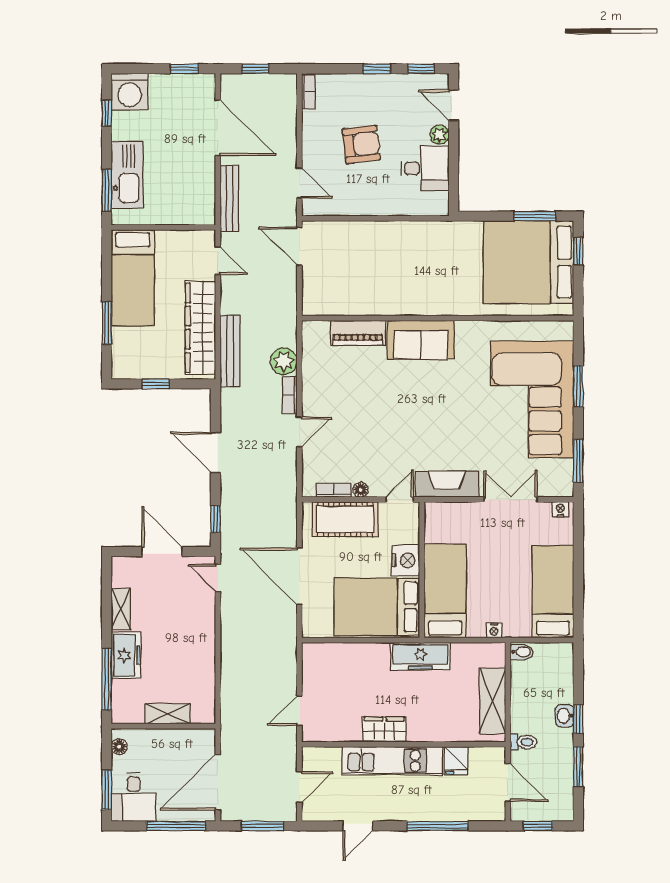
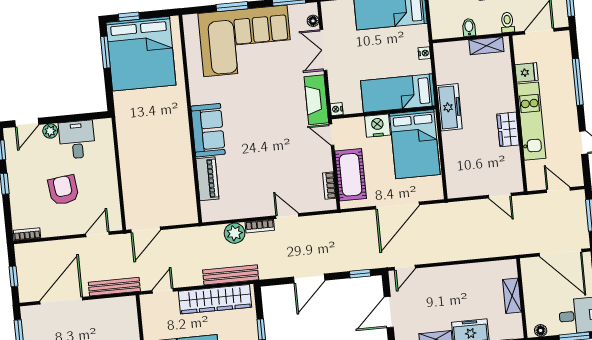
floor lamp: (361, 490) -> (313, 21), moved
nightstand: (560, 509) -> (337, 109), moved
bidet: (522, 652) -> (469, 27), moved
shelving: (492, 701) -> (486, 46), width x0.67, depth x0.75

